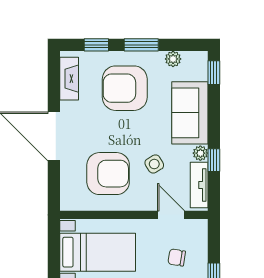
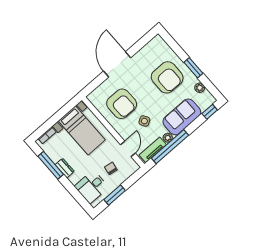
window: (96, 45) -> (175, 47), removed
fireplace: (69, 79) -> (149, 48), removed
armchair: (125, 88) -> (167, 77), turned 180
window: (214, 160) -> (170, 147), width x3.17

